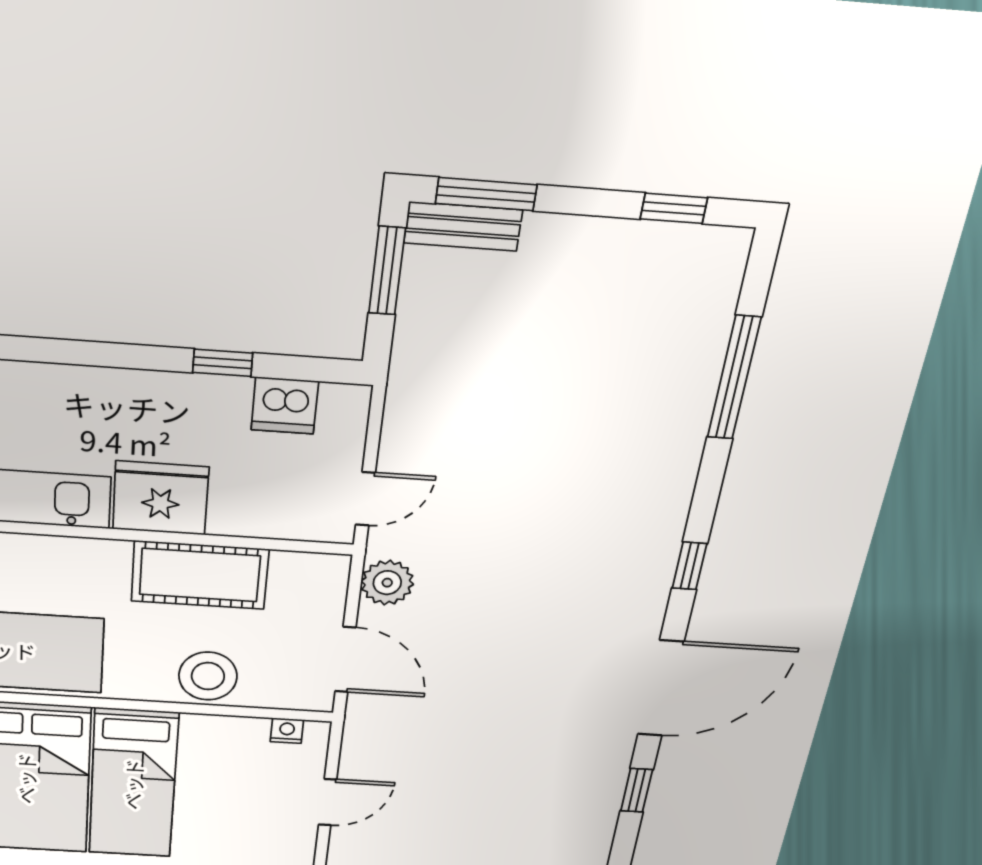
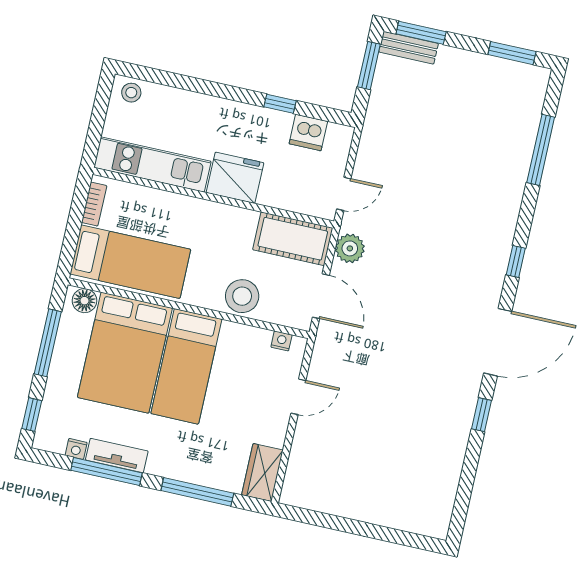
window: (674, 208) -> (512, 53), width x1.50
cot: (200, 575) -> (293, 239), moved

